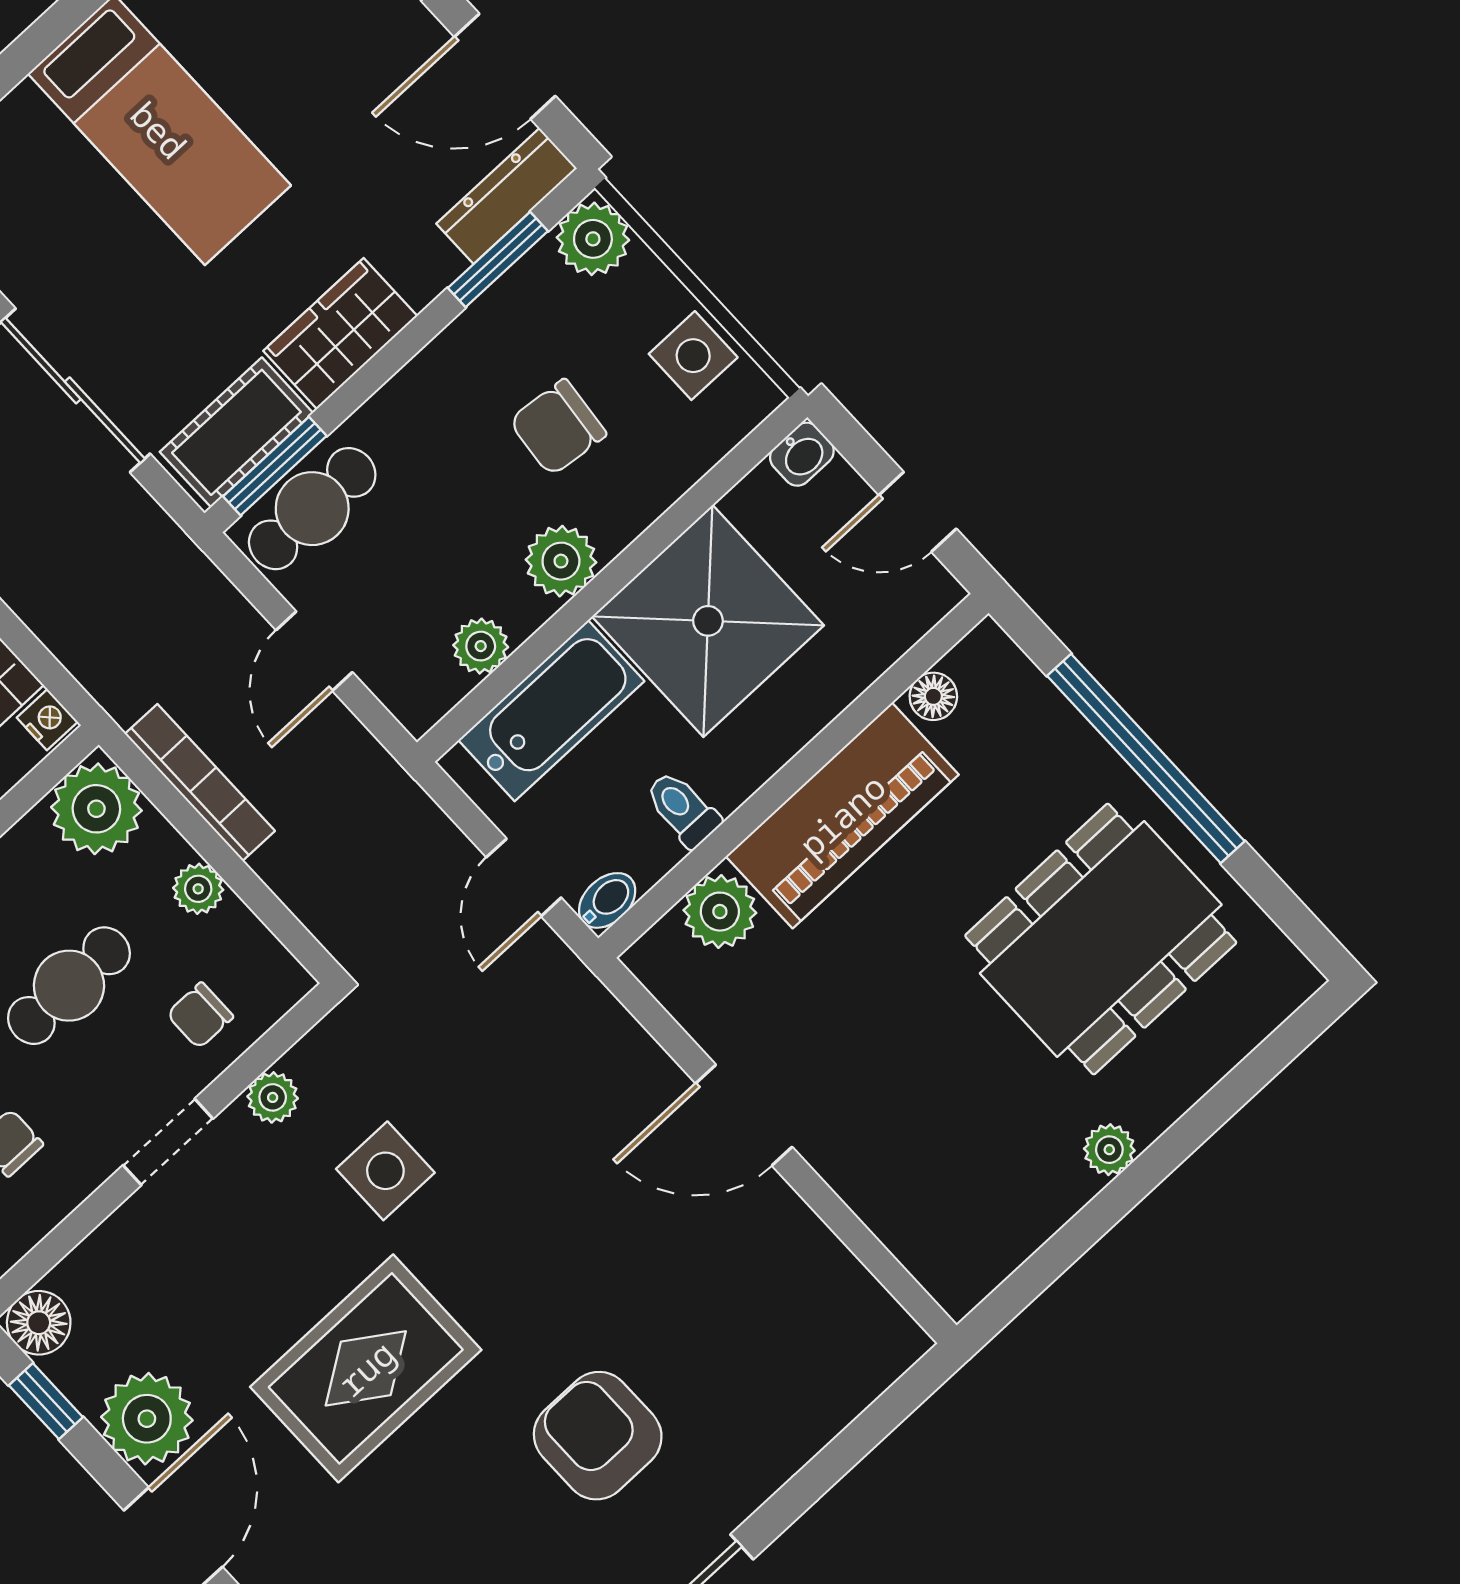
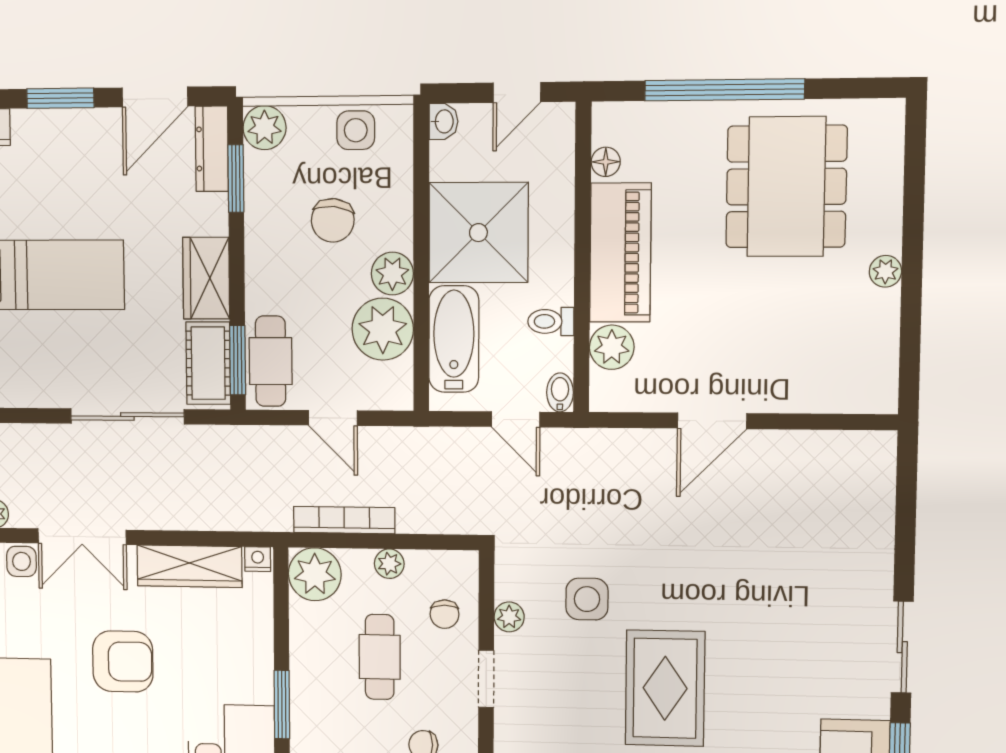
plant: (481, 646) -> (383, 329), width x1.88, depth x1.88
armchair: (598, 1436) -> (792, 617), removed

